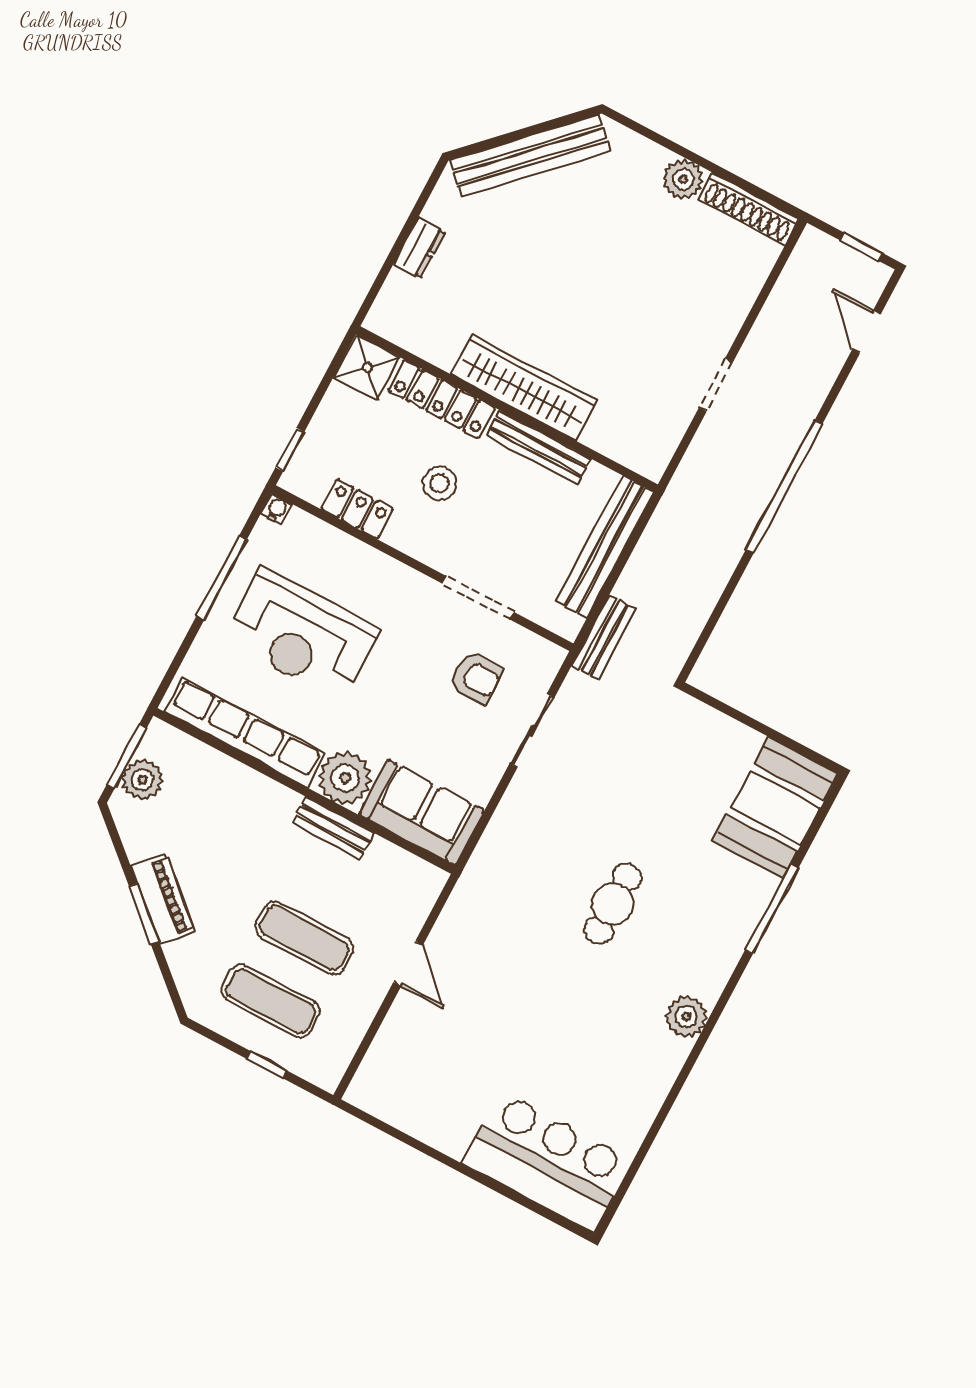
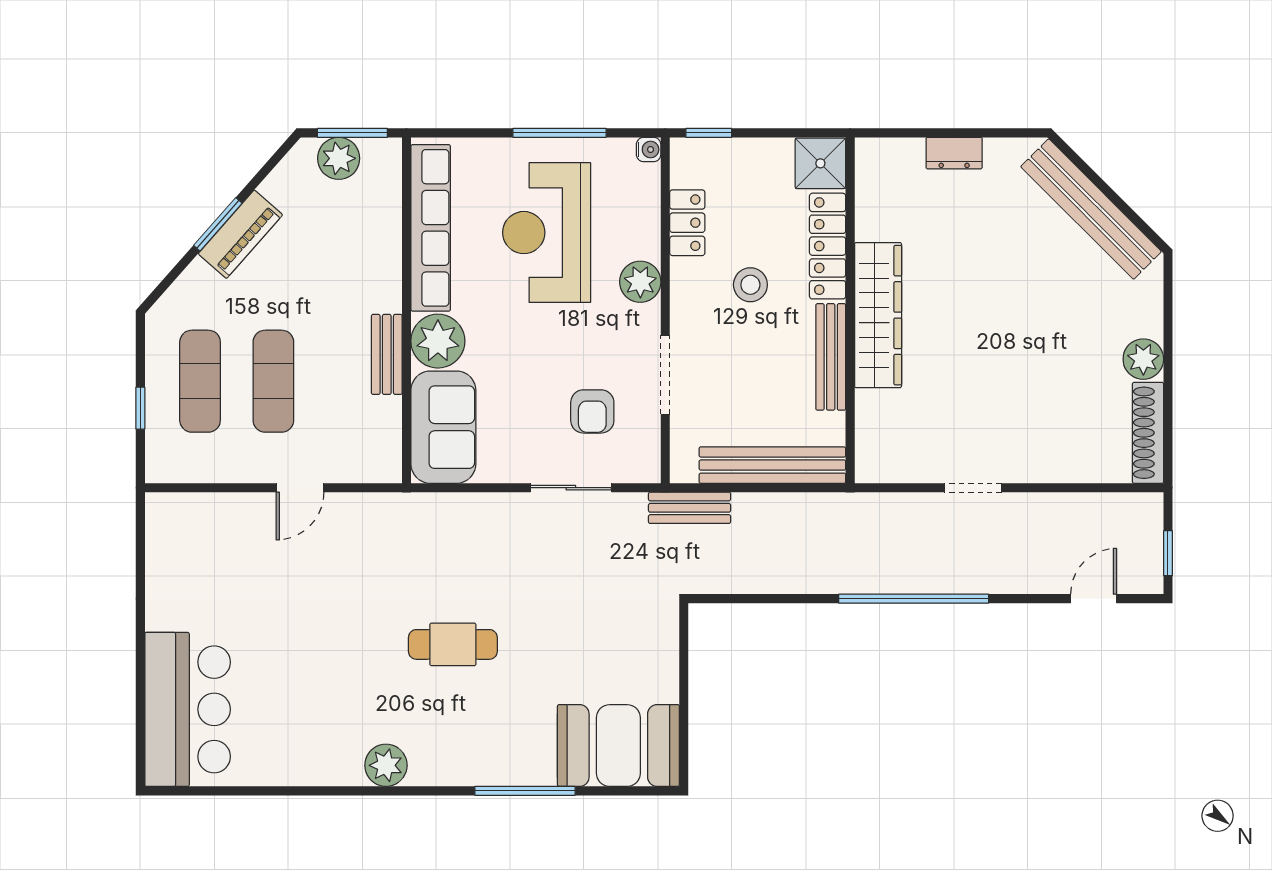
plant: (387, 577) -> (640, 282), added

